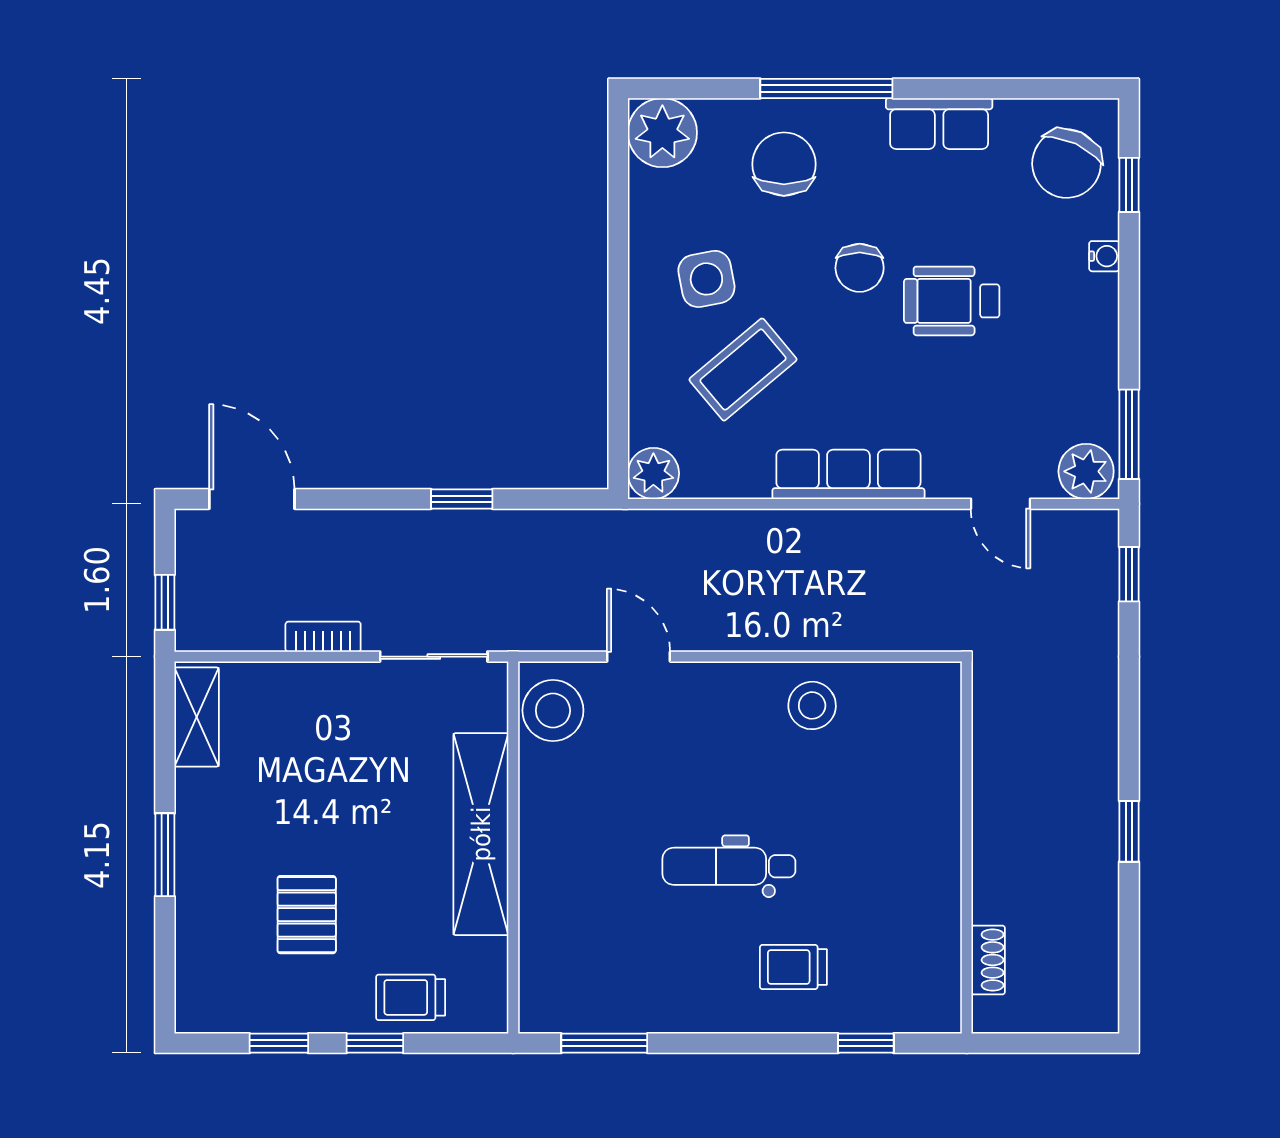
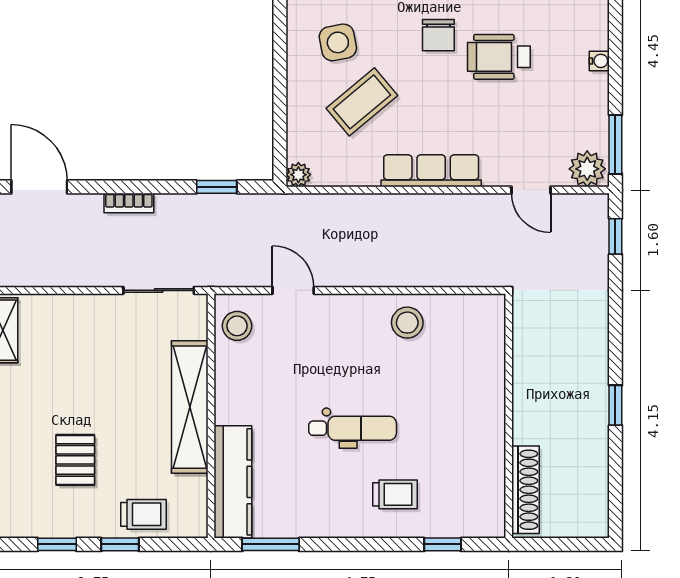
water cooler: (1104, 256) -> (599, 61), moved
plant: (653, 473) -> (298, 175), width x0.73, depth x0.73
window: (462, 499) -> (217, 187), moved
bookcase: (323, 637) -> (129, 203), moved, turned 180
stool: (553, 710) -> (237, 326), width x0.73, depth x0.73
dental chair: (729, 866) -> (353, 428), turned 180
kitchen counter: (547, 948) -> (233, 482), added
shoe rack: (988, 960) -> (526, 490), width x1.94, depth x1.24
trolley: (793, 967) -> (395, 494), turned 180
trolley: (411, 997) -> (143, 514), turned 180

